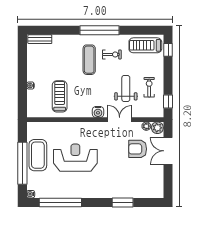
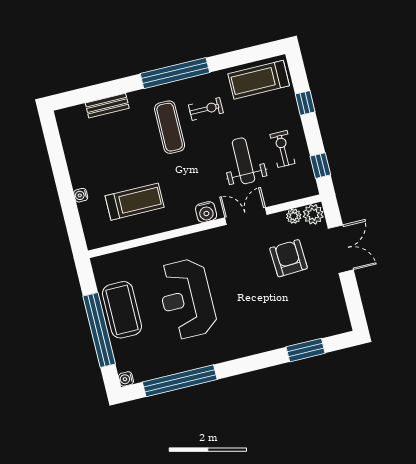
bench: (40, 39) -> (107, 106), moved
window: (168, 50) -> (305, 103), moved
treadmill: (60, 96) -> (135, 202), turned 90
armchair: (138, 149) -> (289, 258), turned 87
double door: (168, 151) -> (341, 249), swing flipped
reception desk: (75, 158) -> (187, 299), turned -90
window: (123, 202) -> (306, 350), moved

